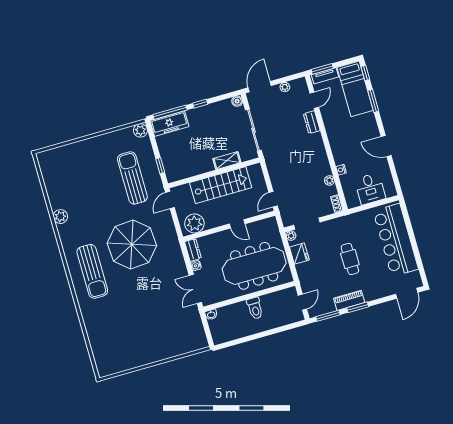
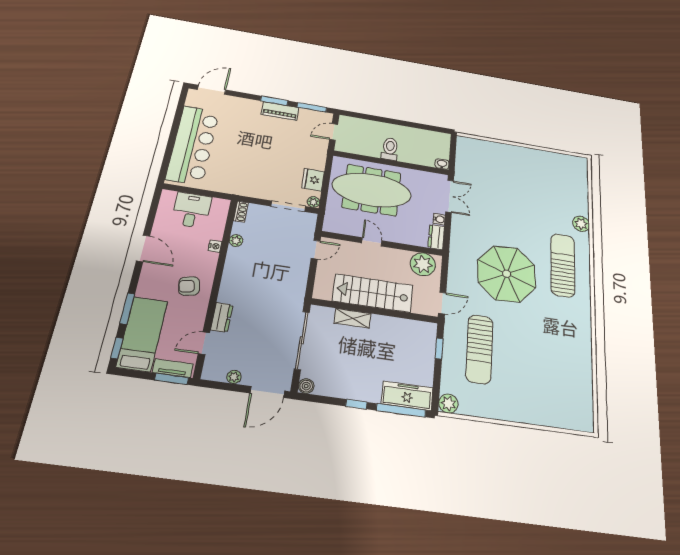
armchair: (343, 134) -> (189, 286), added
plant: (60, 217) -> (581, 224), moved
cafe table: (350, 259) -> (257, 149), removed

